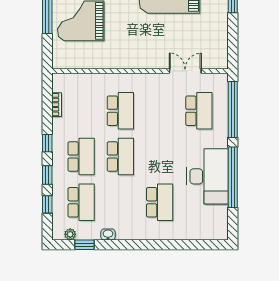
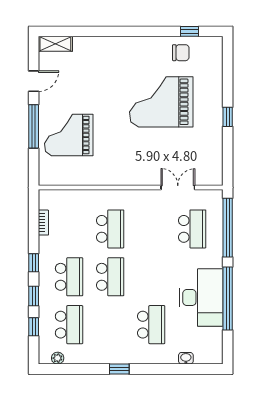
washbasin: (108, 234) -> (186, 358), moved
window: (84, 245) -> (119, 369), moved

